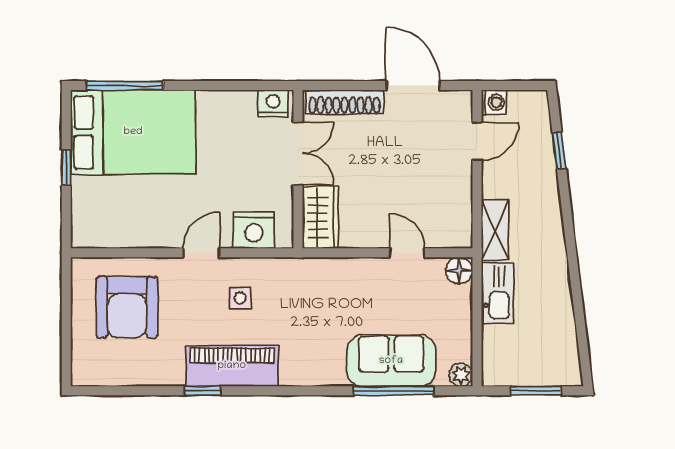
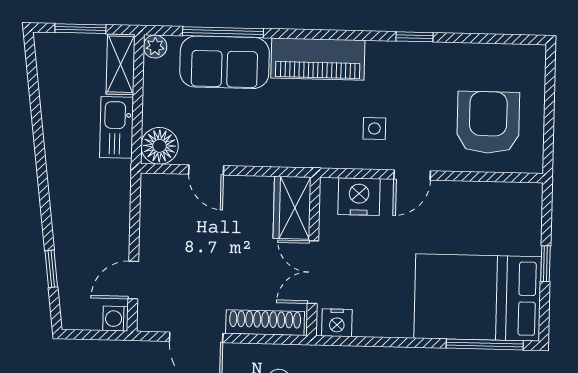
shelving: (495, 230) -> (121, 64), moved
floor lamp: (459, 271) -> (160, 146), width x1.38, depth x1.38
piano: (232, 366) -> (318, 59), moved

